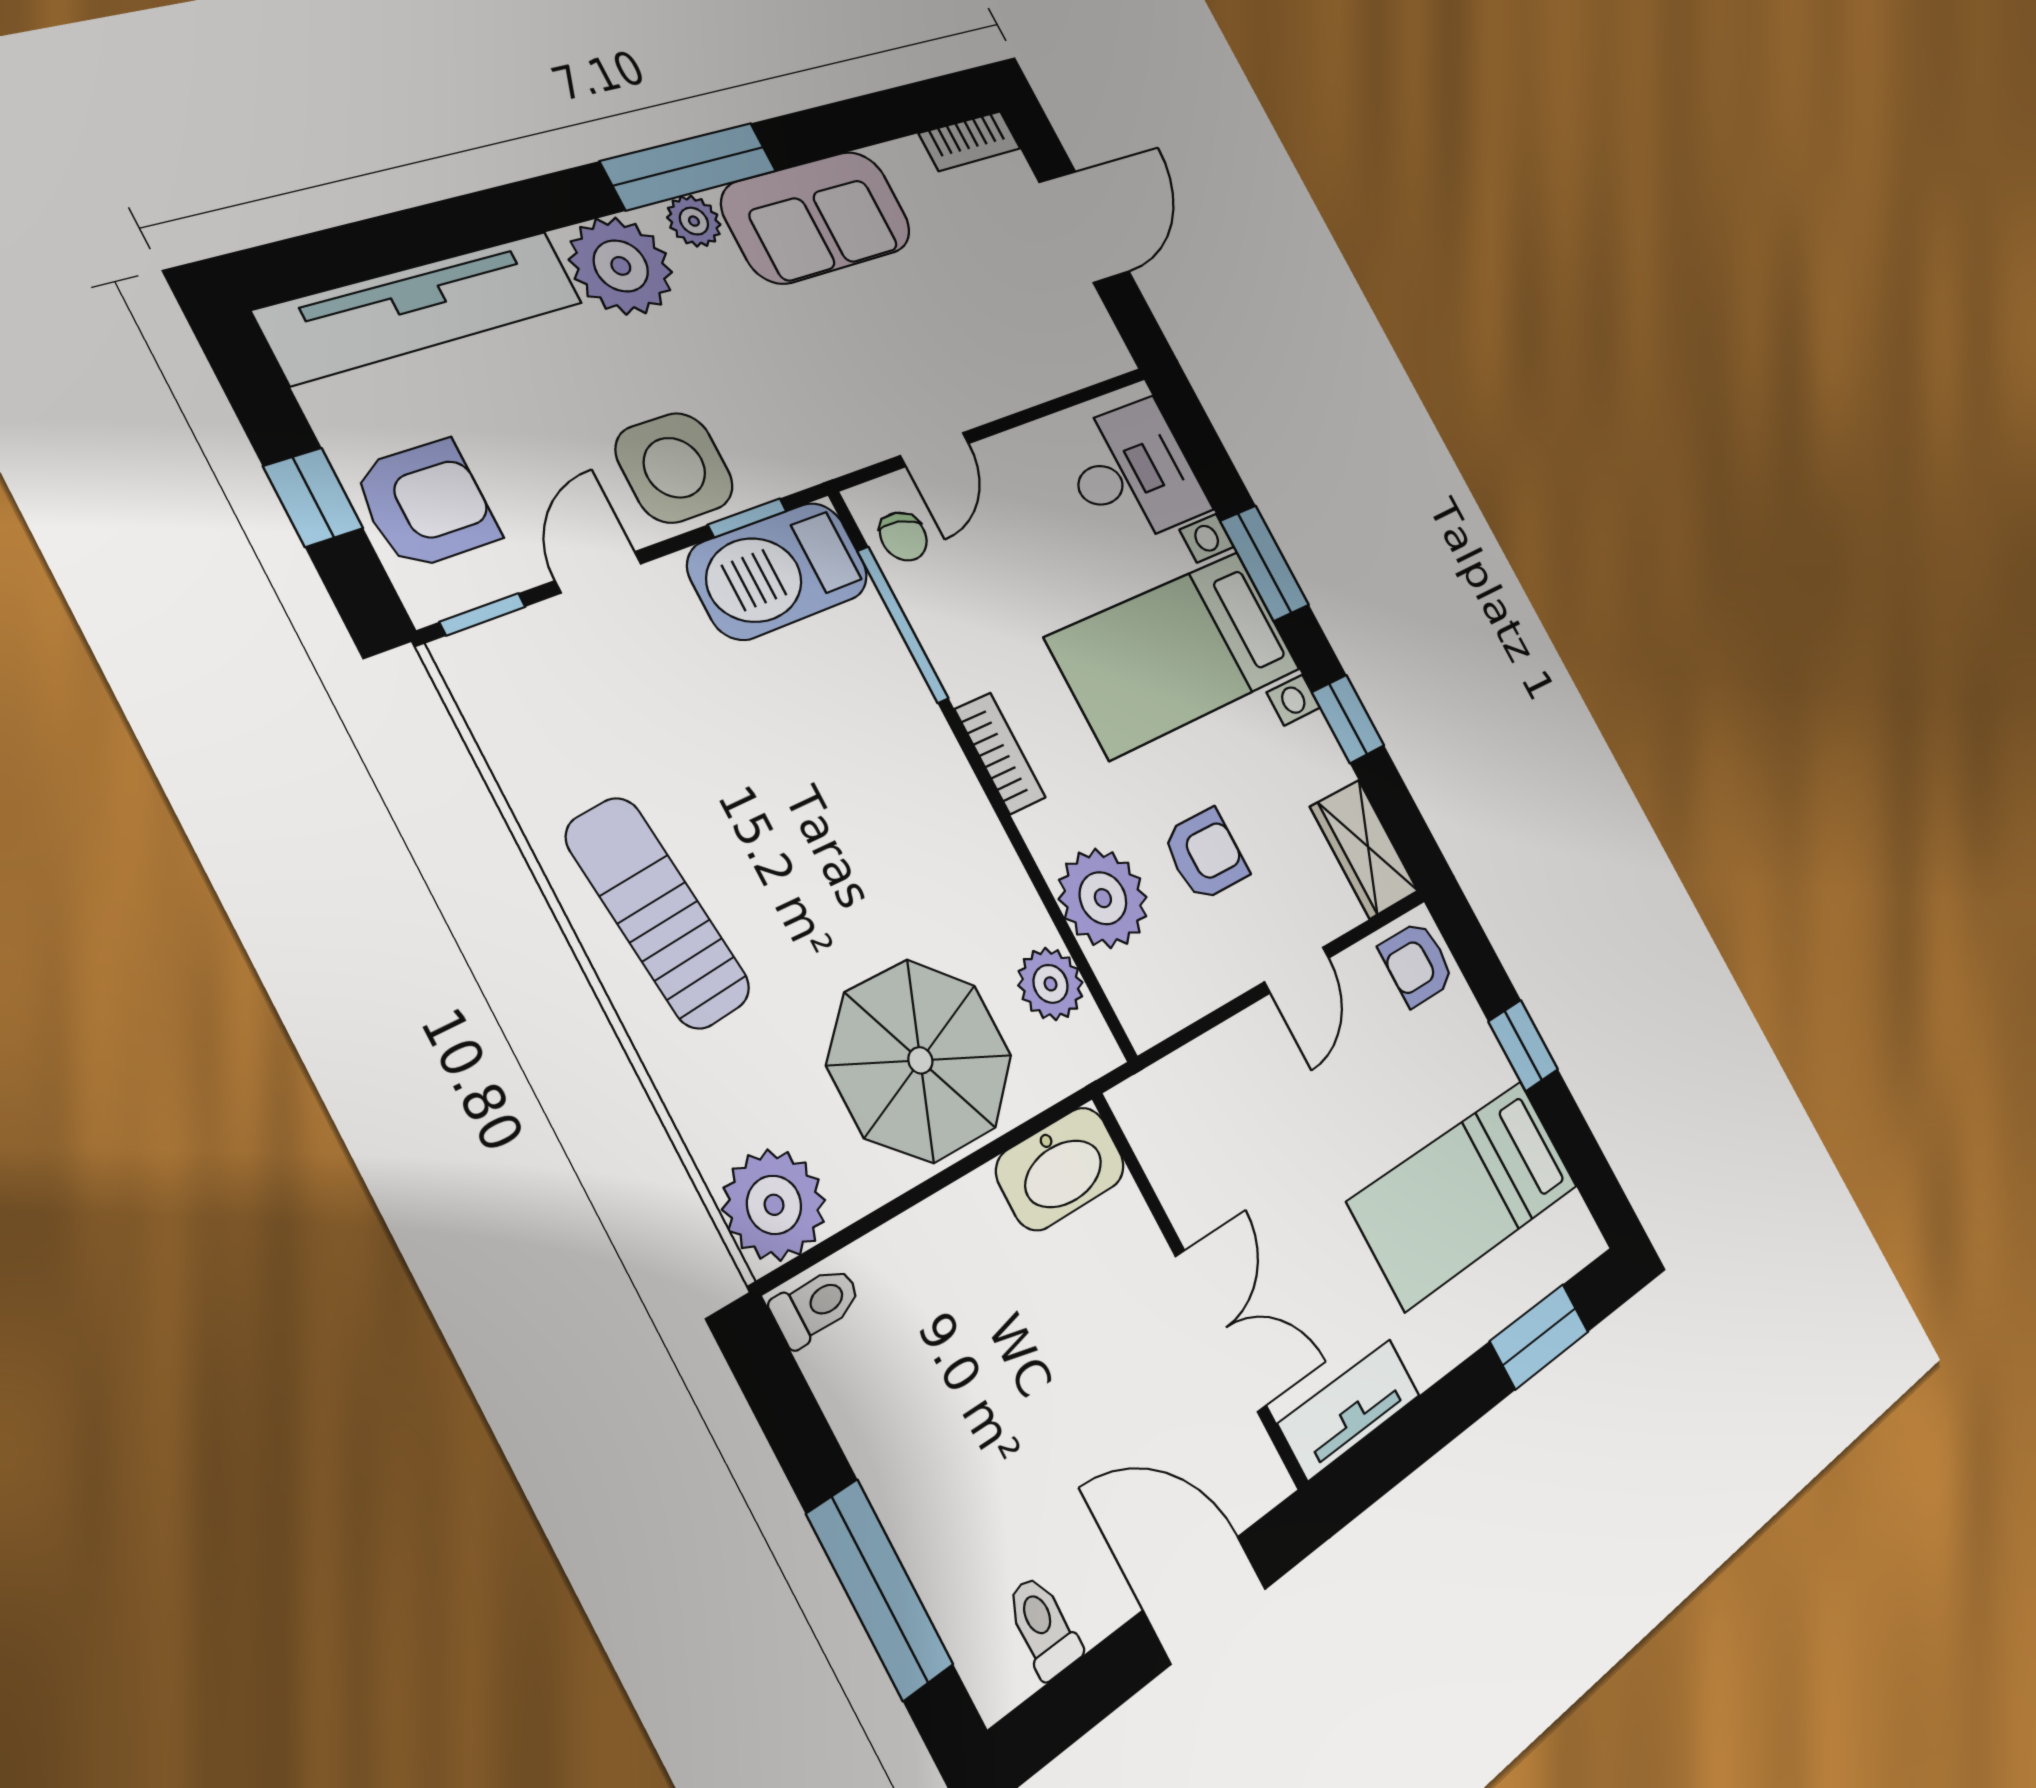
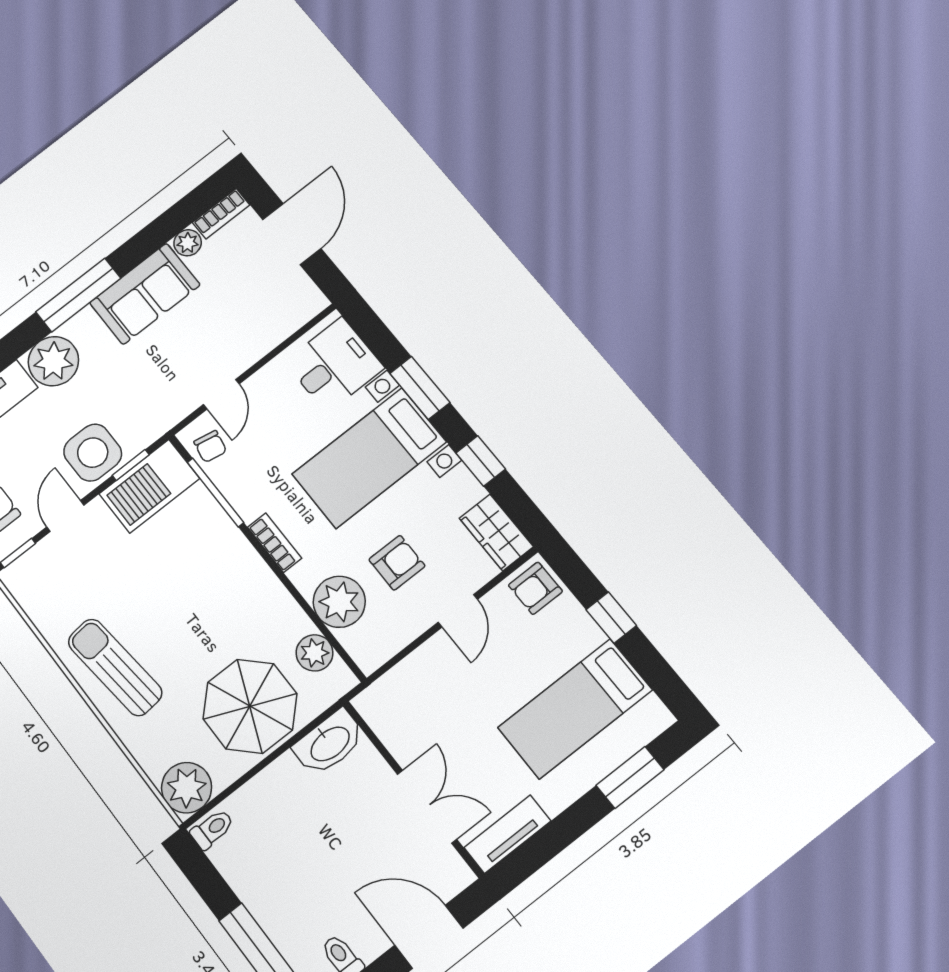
plant: (694, 221) -> (188, 243), moved

